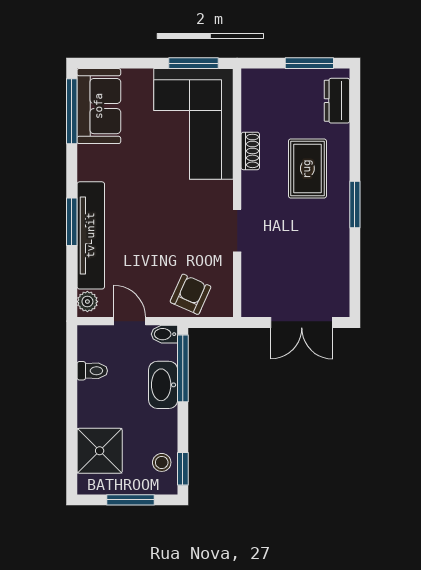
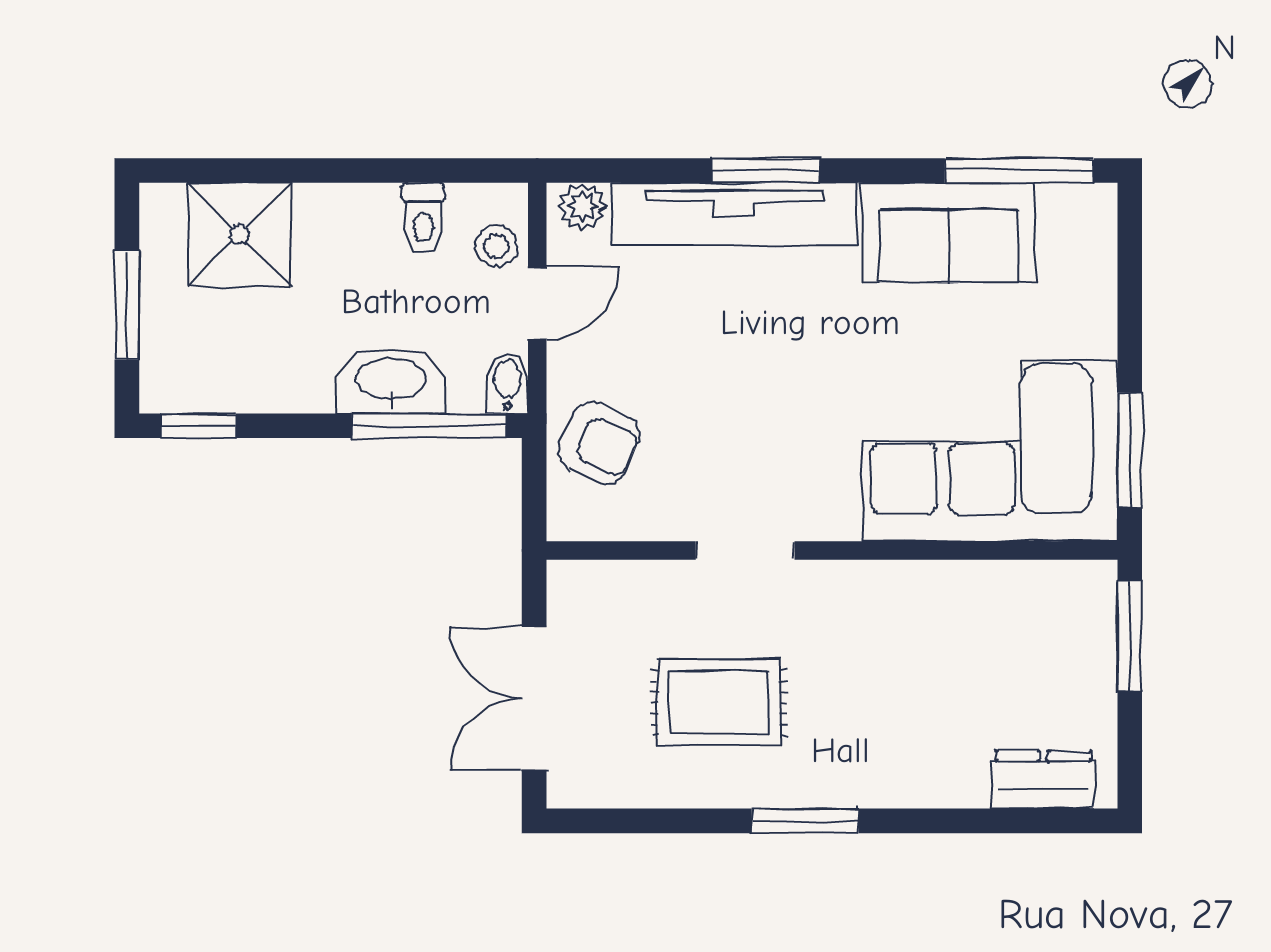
window: (309, 63) -> (1130, 636), moved
sofa: (99, 106) -> (949, 233), moved
shoe rack: (250, 151) -> (928, 581), removed
rug: (307, 169) -> (719, 702), moved
stool: (162, 462) -> (496, 246), moved

